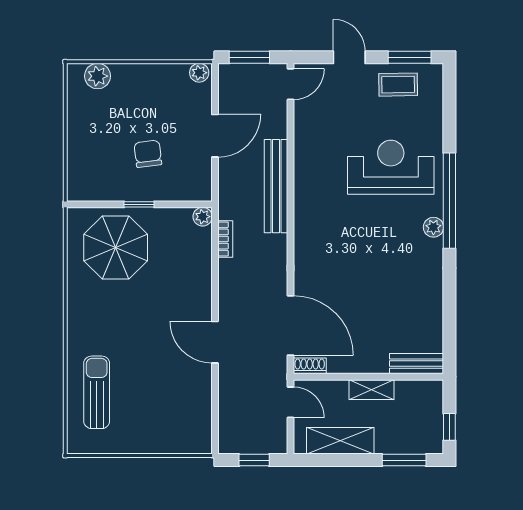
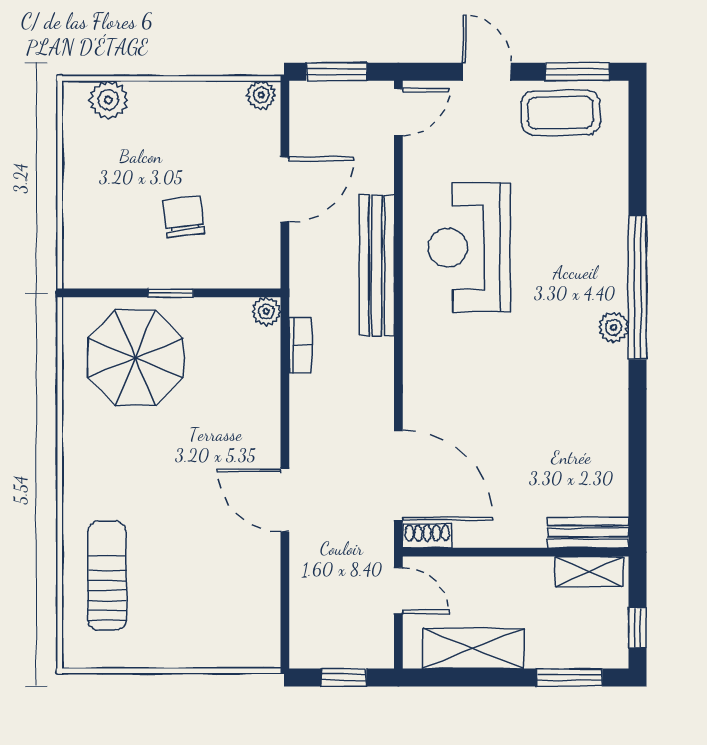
coffee table: (398, 85) -> (560, 113), width x1.36, depth x1.30
reception desk: (391, 167) -> (469, 248), moved, turned -90
shelving: (371, 390) -> (589, 572), moved

